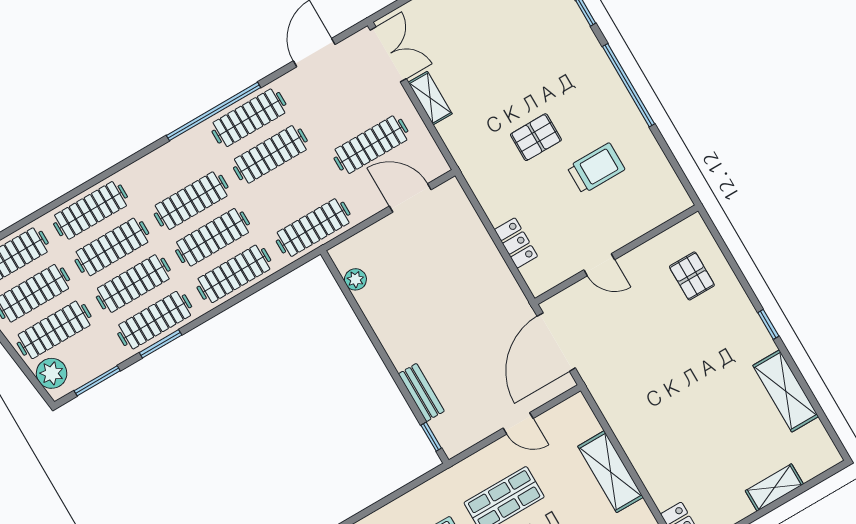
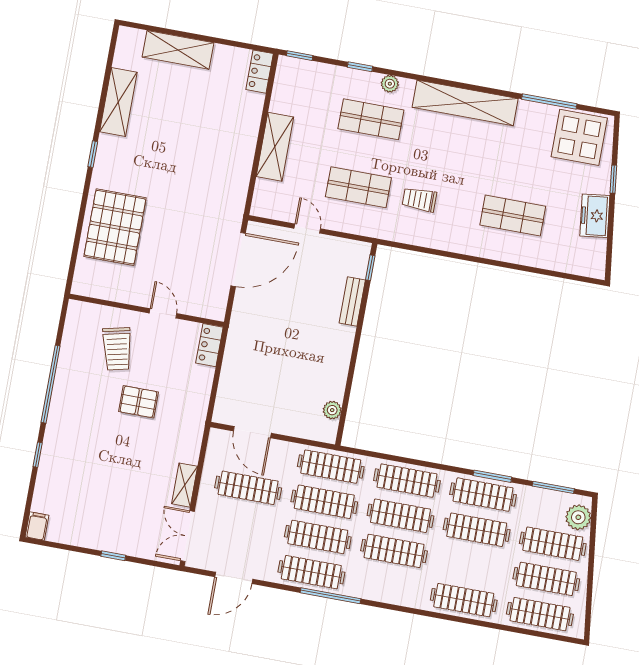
window: (214, 111) -> (331, 596), width x0.68
trolley: (596, 168) -> (117, 349), turned -103
clothes rail: (112, 247) -> (324, 502), moved
wall: (616, 255) -> (146, 310), moved
door: (599, 265) -> (163, 313), moved
pallet: (692, 276) -> (115, 227), width x2.05, depth x2.00
shelving: (774, 487) -> (178, 50), width x1.50, depth x1.33

